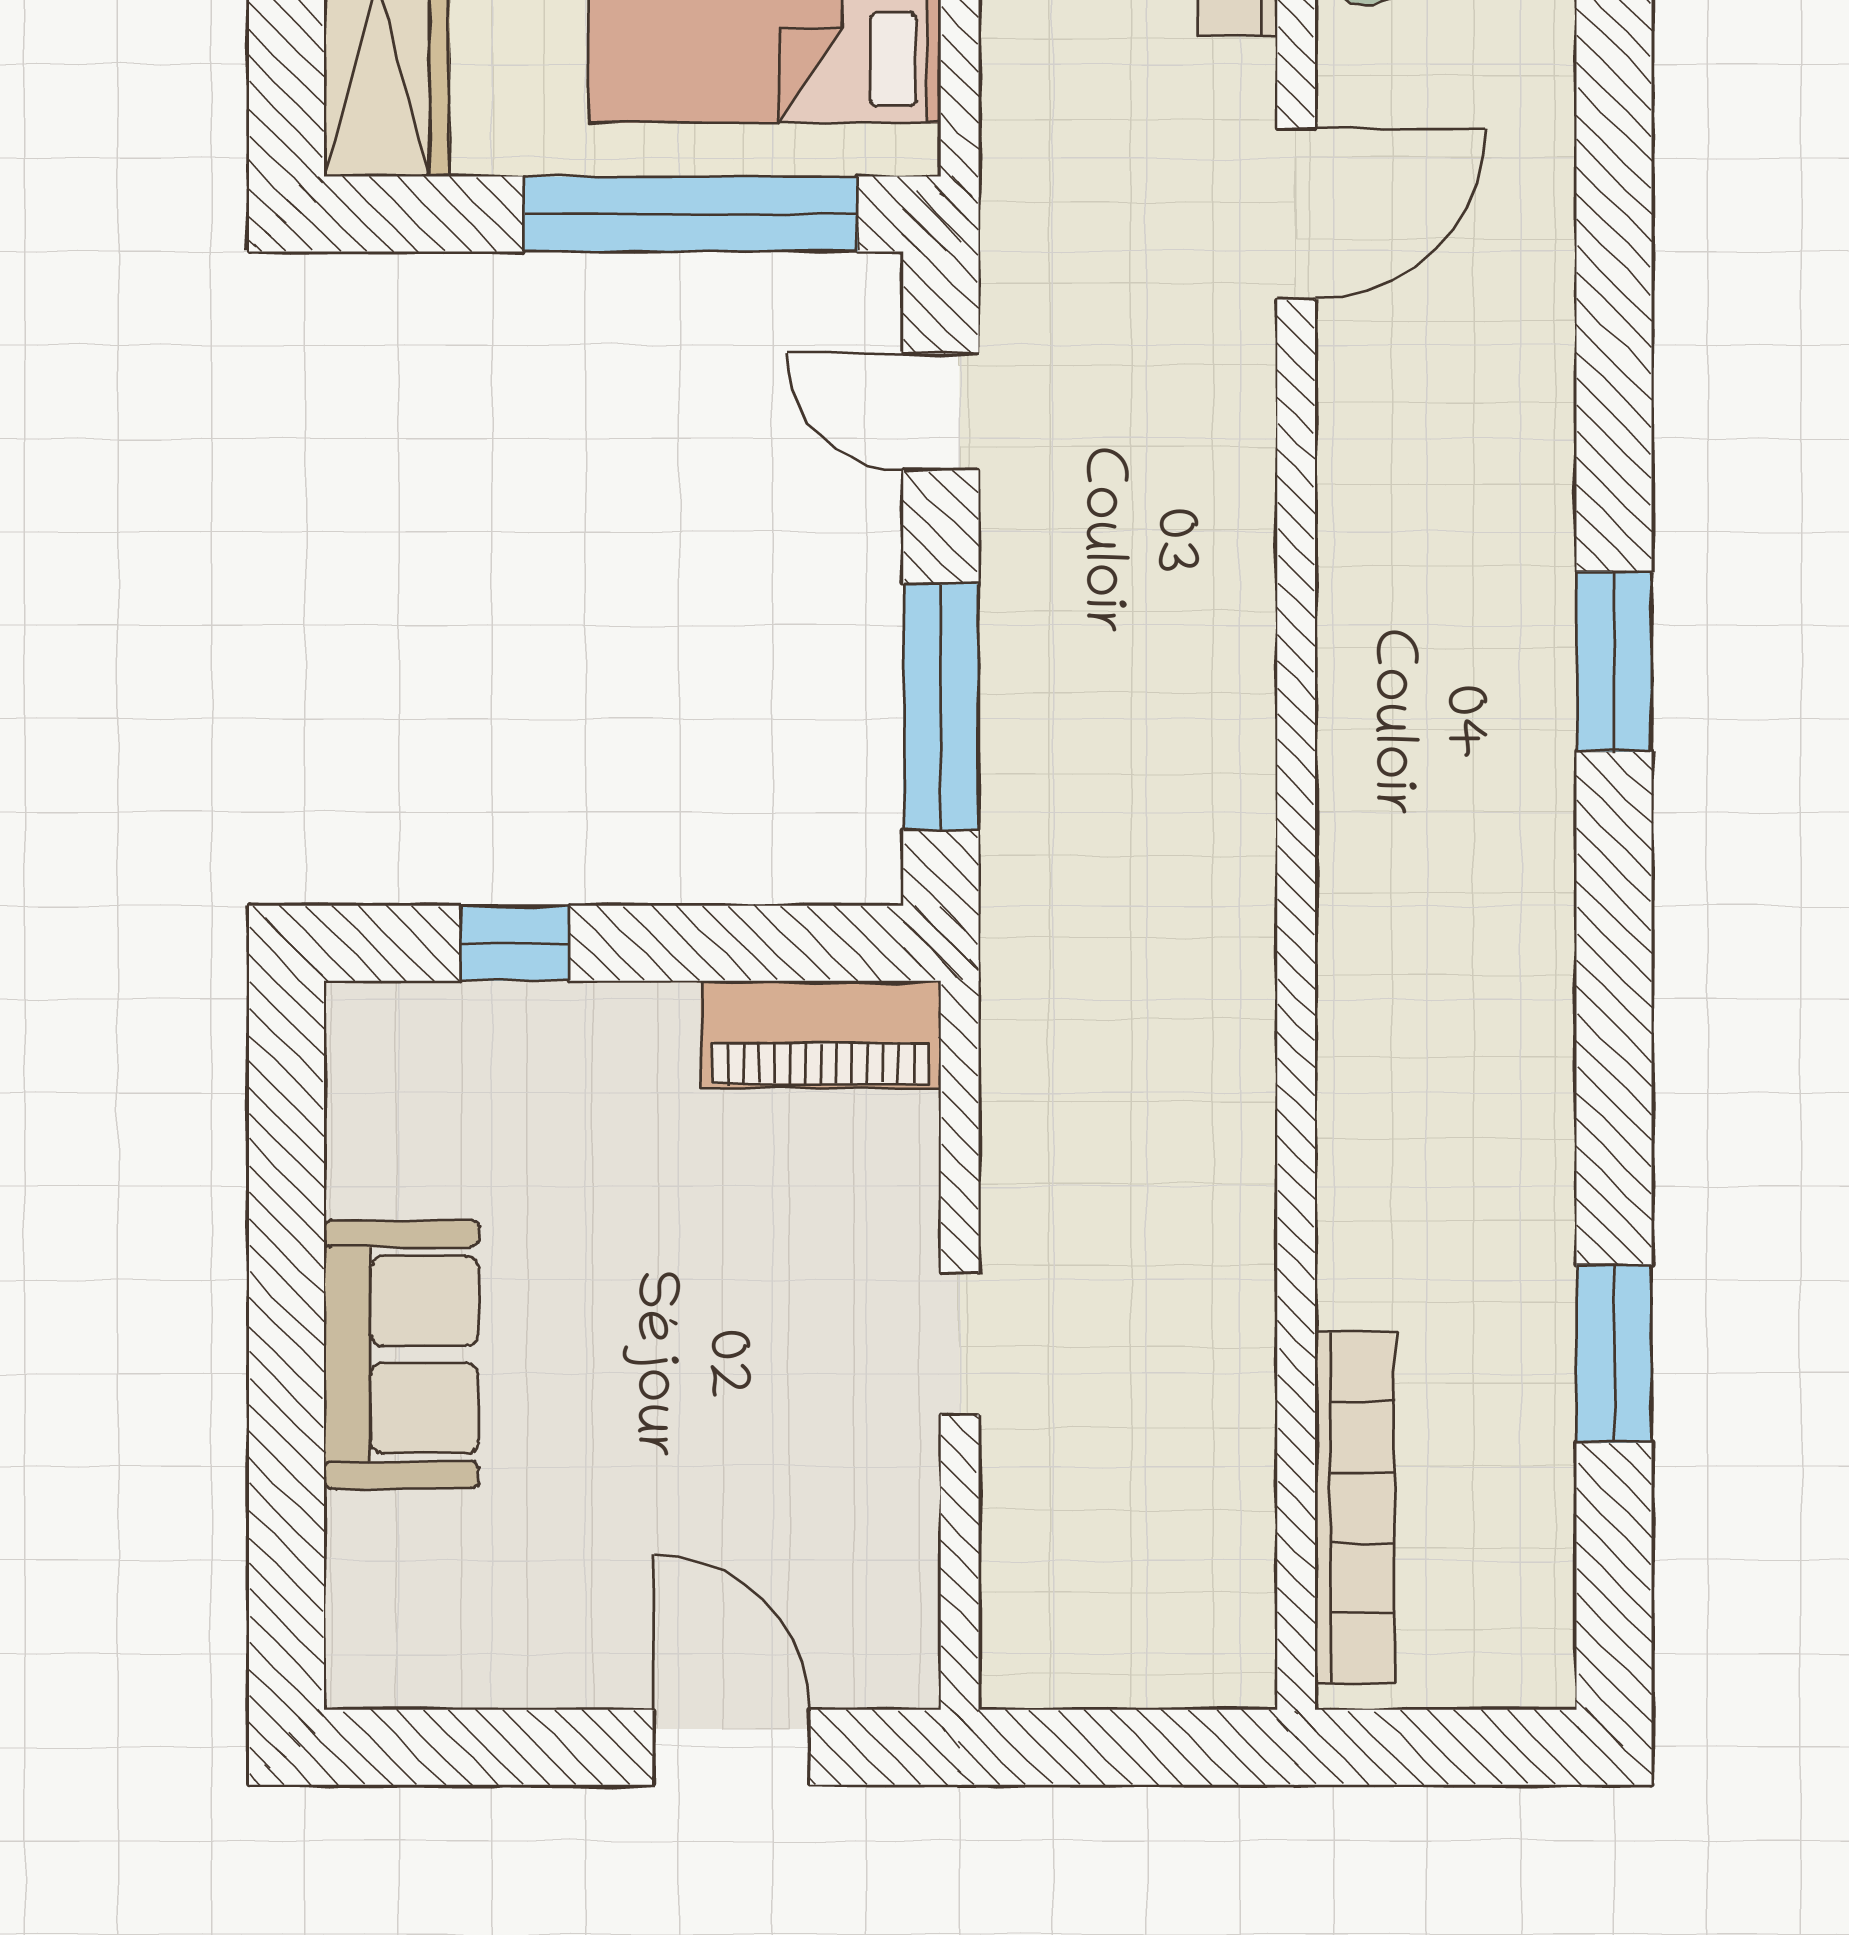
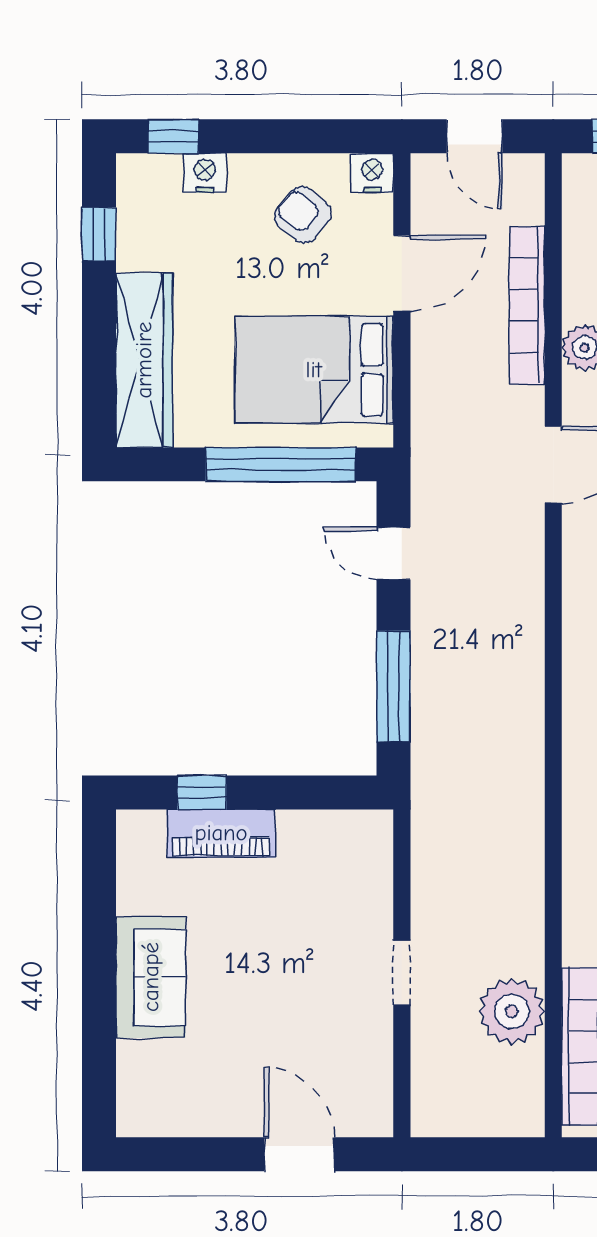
piano: (821, 1034) -> (221, 833), moved
plant: (1204, 1430) -> (512, 1011), added

